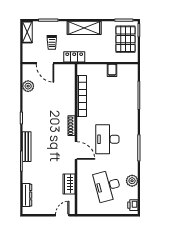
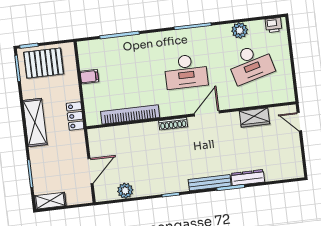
trolley: (52, 42) -> (60, 165), removed
locker: (74, 57) -> (75, 116), moved
dresser: (27, 195) -> (248, 178), moved

